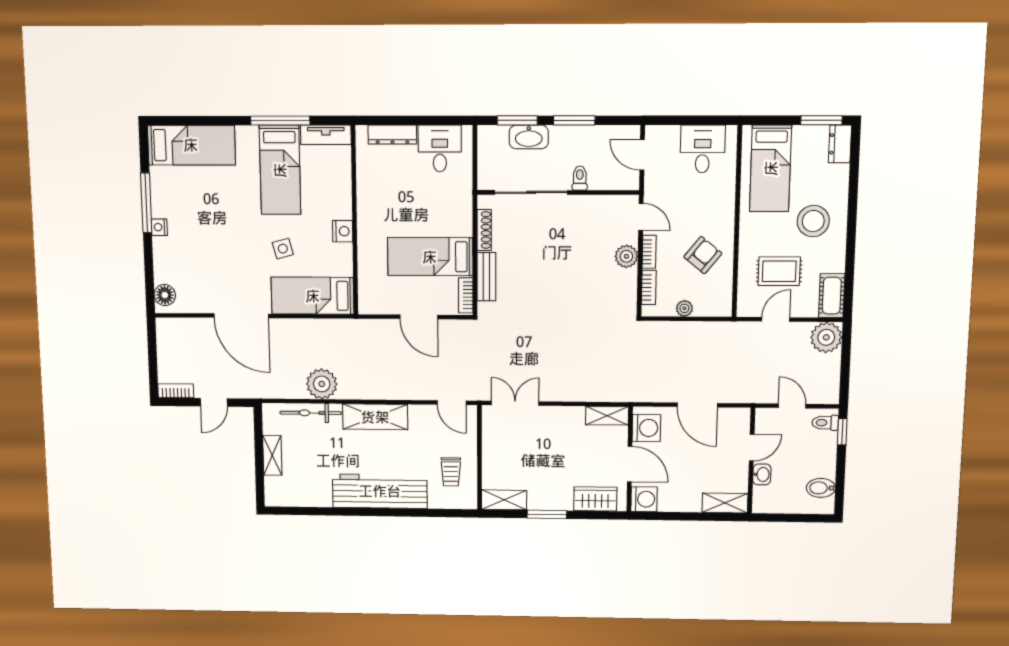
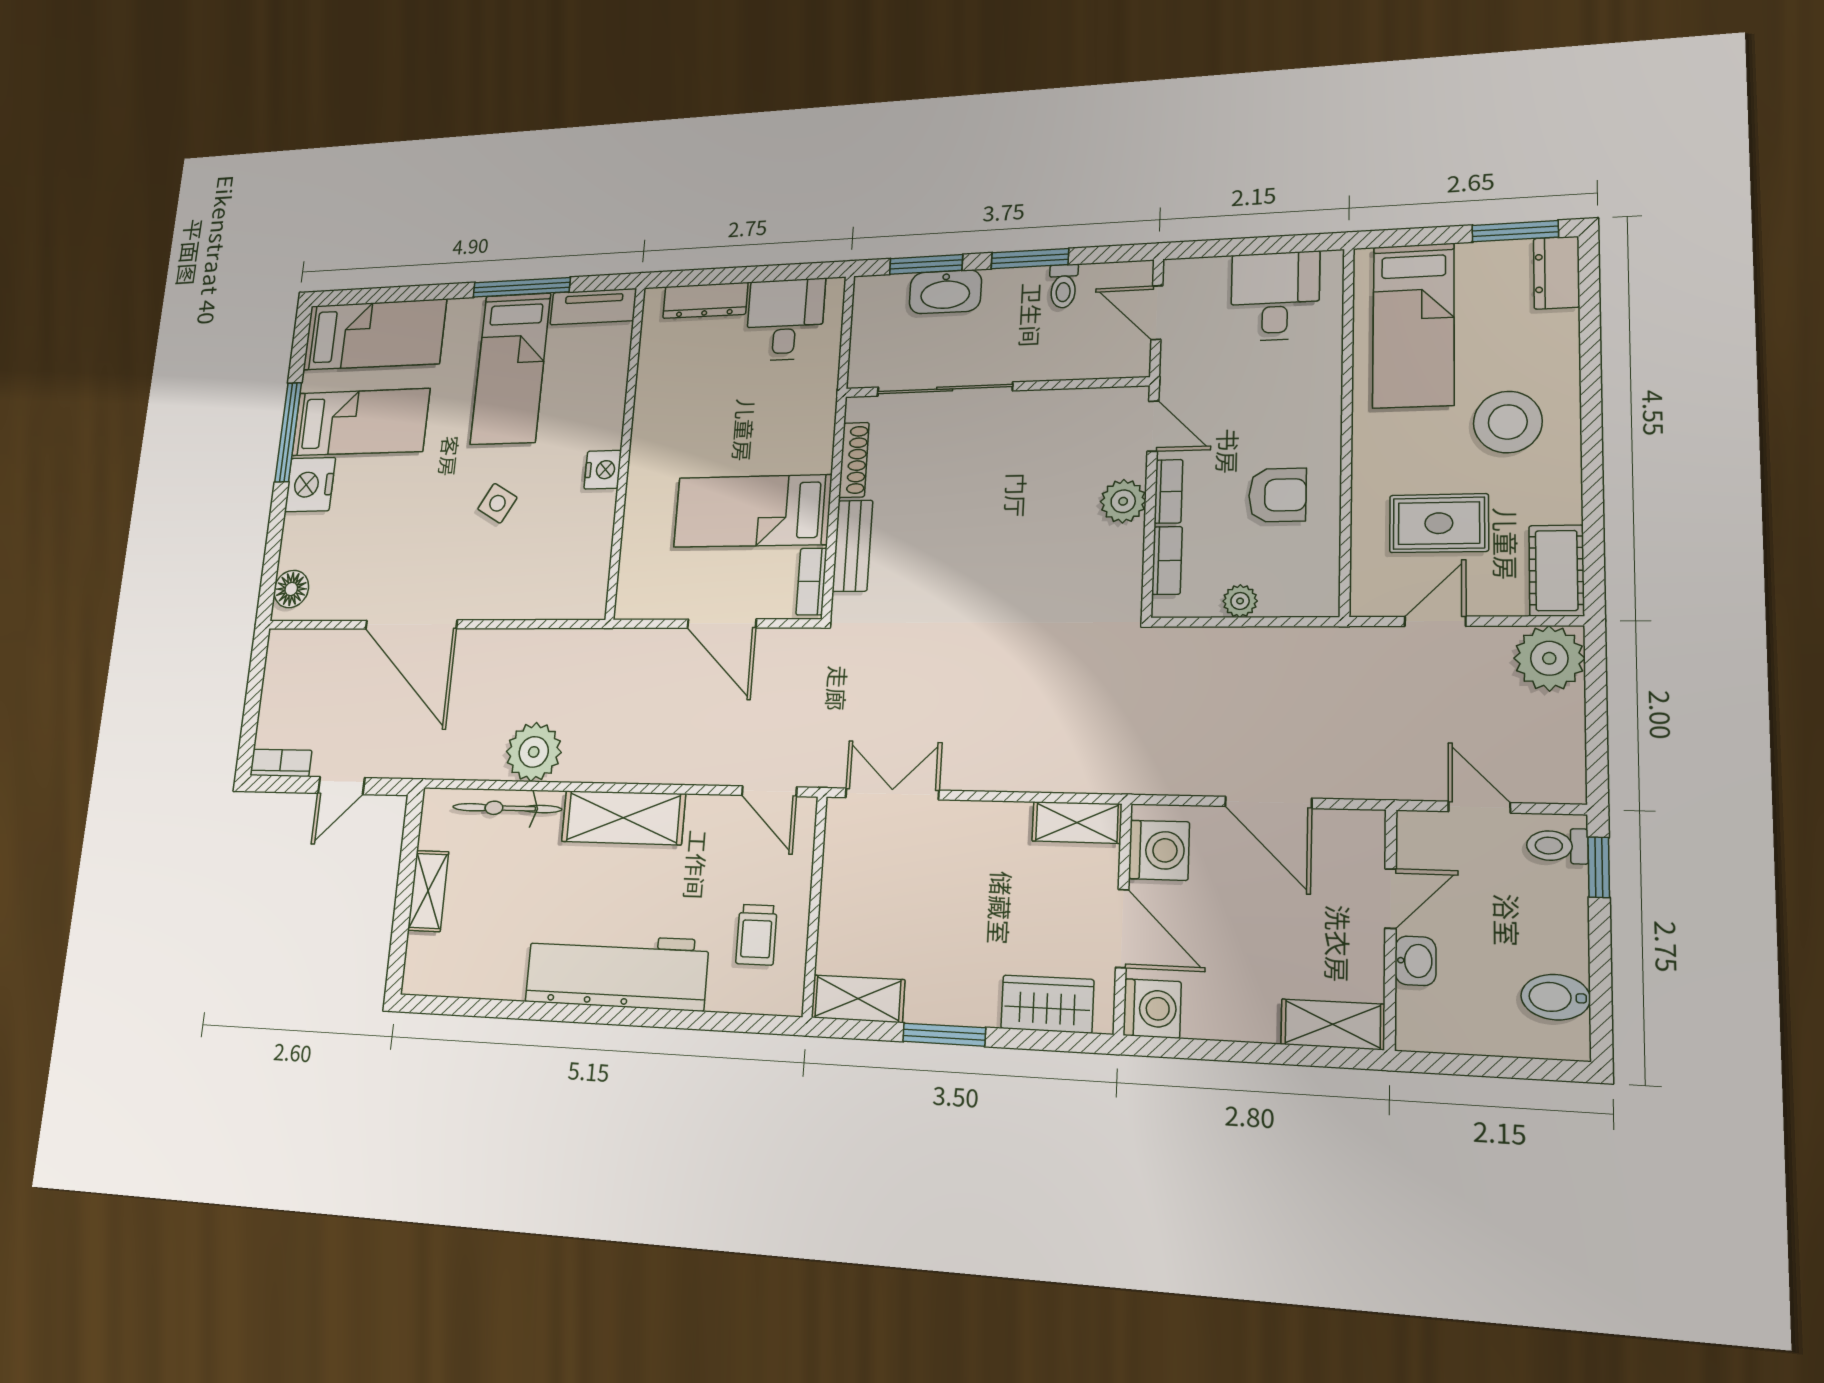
toilet: (580, 178) -> (1063, 286), moved, turned 180
nightstand: (159, 227) -> (310, 485), width x1.89, depth x1.79
side table: (283, 249) -> (497, 503), turned 45
armchair: (703, 255) -> (1277, 495), turned 51
bed: (313, 296) -> (360, 422), moved, turned 180

